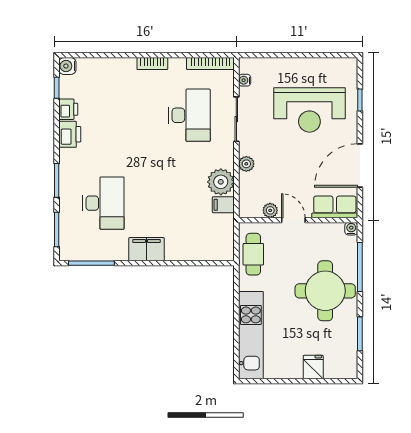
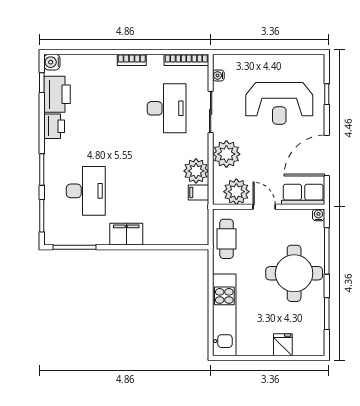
printer: (68, 109) -> (57, 94), width x1.87, depth x1.48
plant: (246, 164) -> (226, 154), width x1.87, depth x1.87
plant: (270, 210) -> (236, 192), width x1.87, depth x1.87

